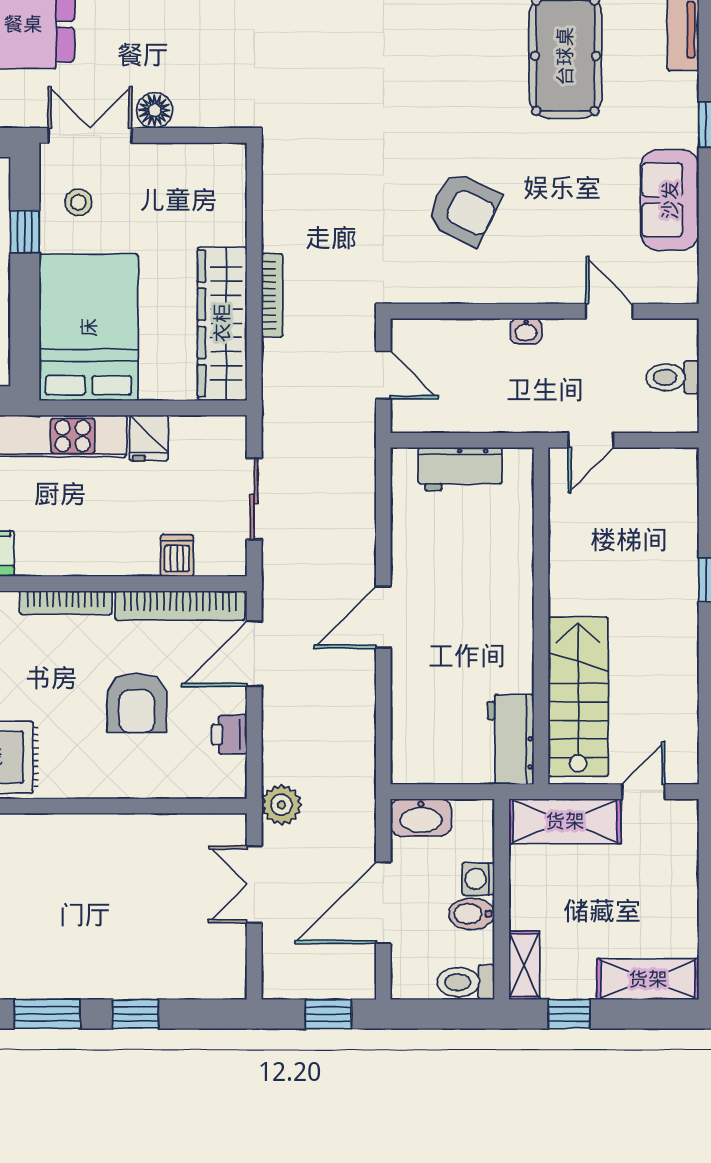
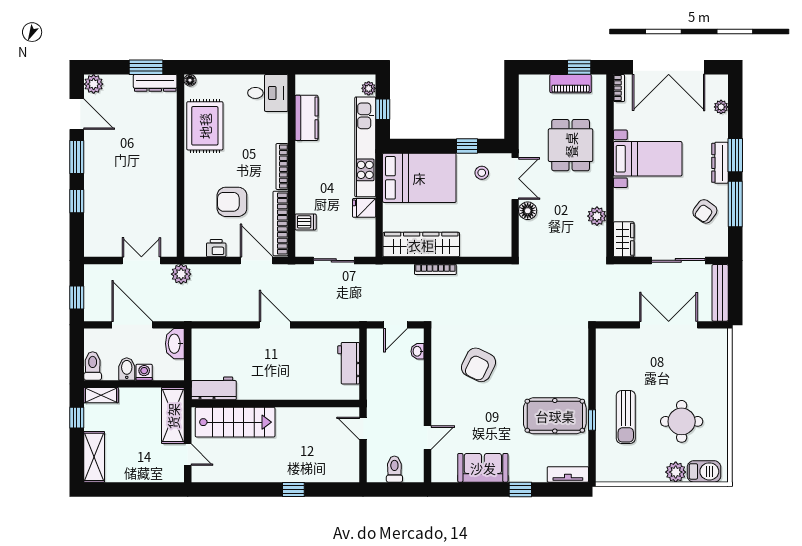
washbasin: (526, 331) -> (418, 351), moved

